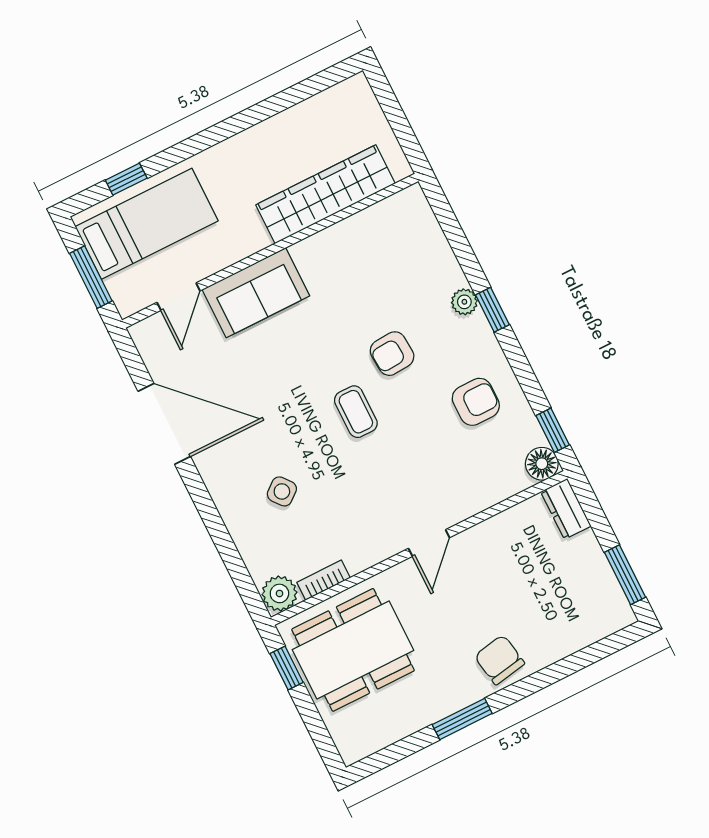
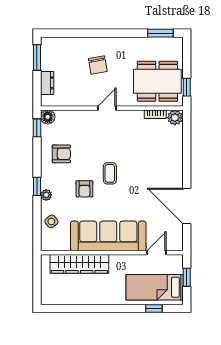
window: (91, 277) -> (187, 277), width x0.67
sofa: (256, 293) -> (108, 236), width x1.85, depth x1.27
armchair: (392, 354) -> (84, 189), turned 94
armchair: (476, 402) -> (61, 154), turned 180
side table: (282, 491) -> (51, 221), moved
dresser: (566, 509) -> (47, 83), moved
chair: (499, 660) -> (98, 65), moved
window: (462, 719) -> (160, 33), moved

